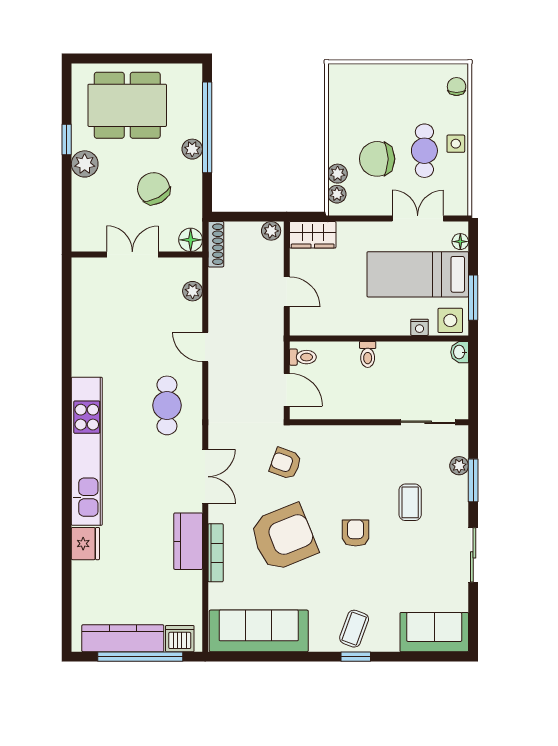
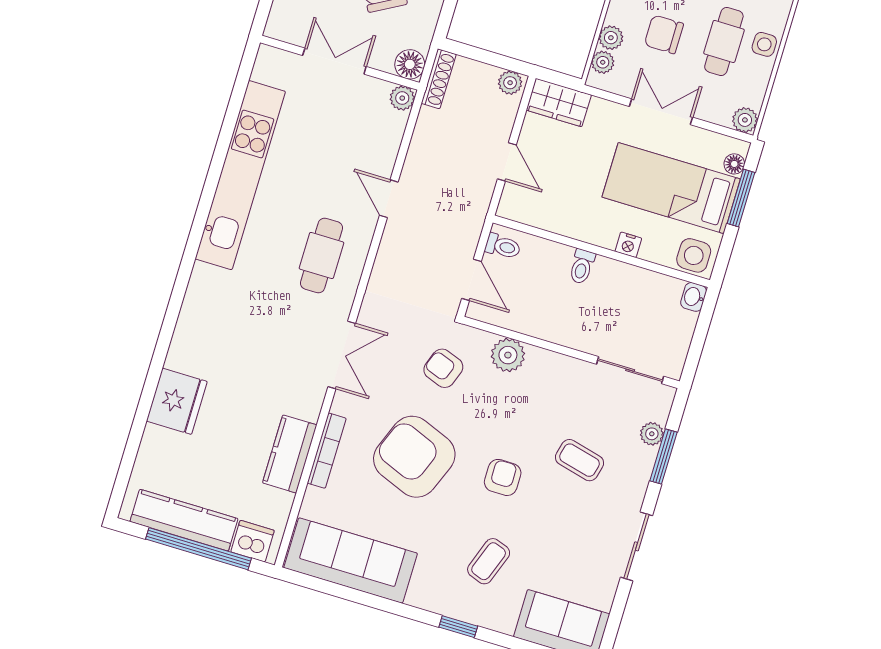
chair: (377, 159) -> (664, 34), width x0.73, depth x0.73
plant: (458, 206) -> (745, 120), added
double door: (418, 219) -> (661, 112), moved
plant: (193, 291) -> (402, 98), moved
window: (473, 298) -> (741, 198), moved
nightstand: (420, 327) -> (628, 245), moved
plant: (332, 439) -> (508, 355), added
kitchen unit: (87, 451) -> (240, 175), moved
coffee table: (410, 502) -> (580, 460), turned -76
armchair: (284, 537) -> (414, 457), turned -136
kitchen counter: (188, 541) -> (290, 454), moved
fridge: (85, 544) -> (177, 401), width x1.36, depth x1.34
coffee table: (354, 629) -> (489, 561), moved

